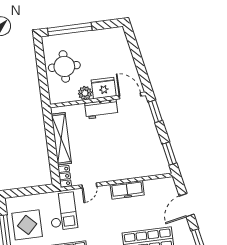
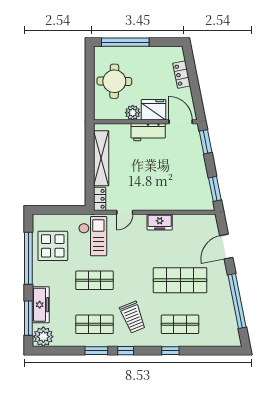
locker: (125, 52) -> (182, 75), added
freezer: (127, 190) -> (160, 222), width x0.71

